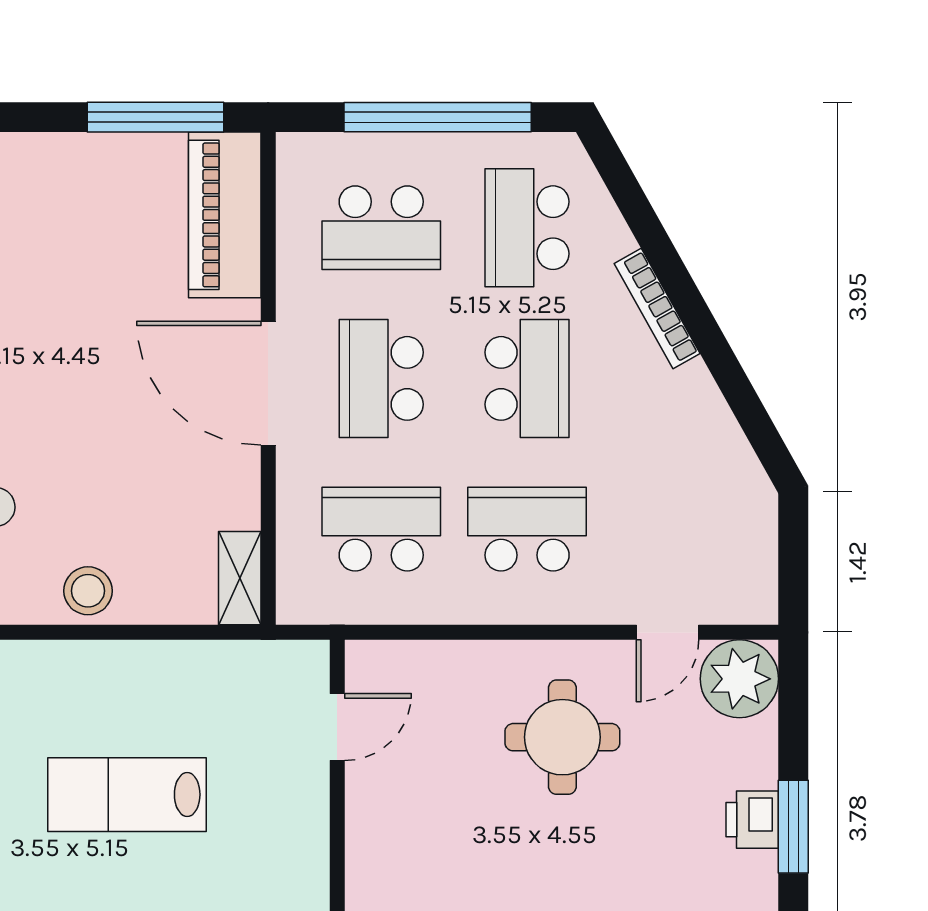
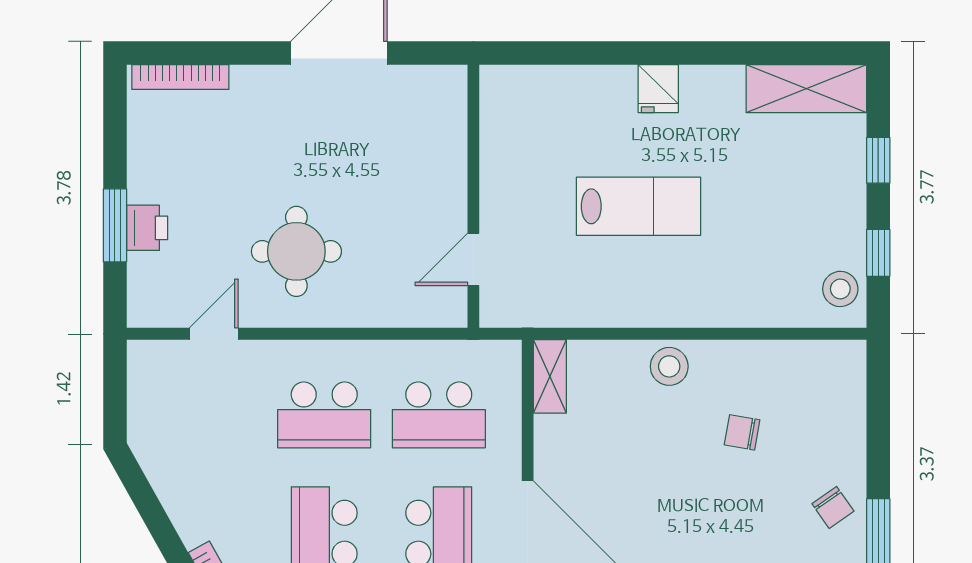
plant: (739, 679) -> (157, 297), removed
printer: (752, 820) -> (147, 228), moved
window: (793, 827) -> (115, 225), moved

